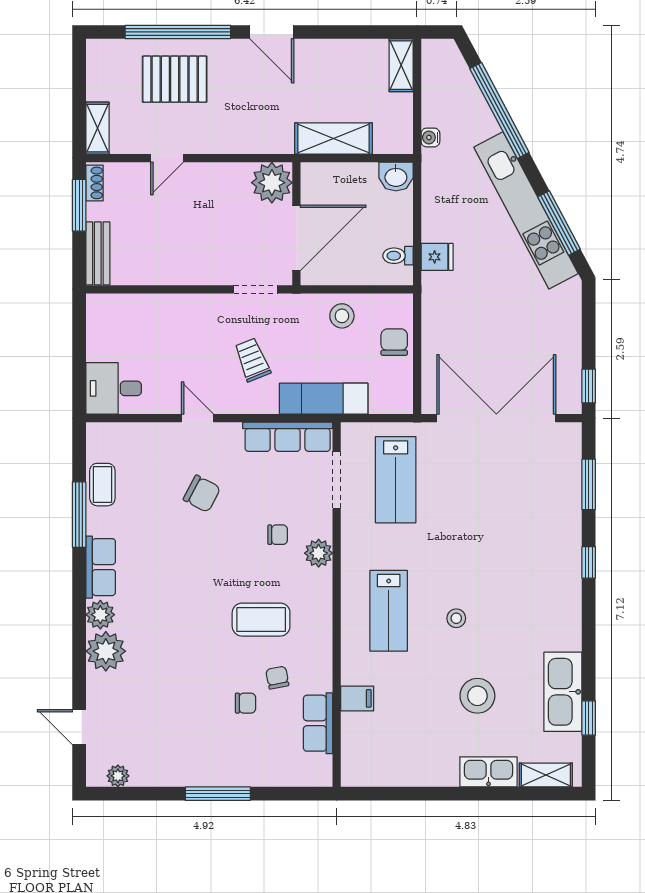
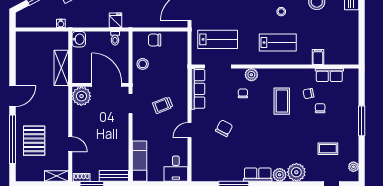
shelving: (401, 65) -> (28, 37), removed
exam couch: (324, 399) -> (139, 161), moved, turned 180
coffee table: (102, 485) -> (328, 149), moved

